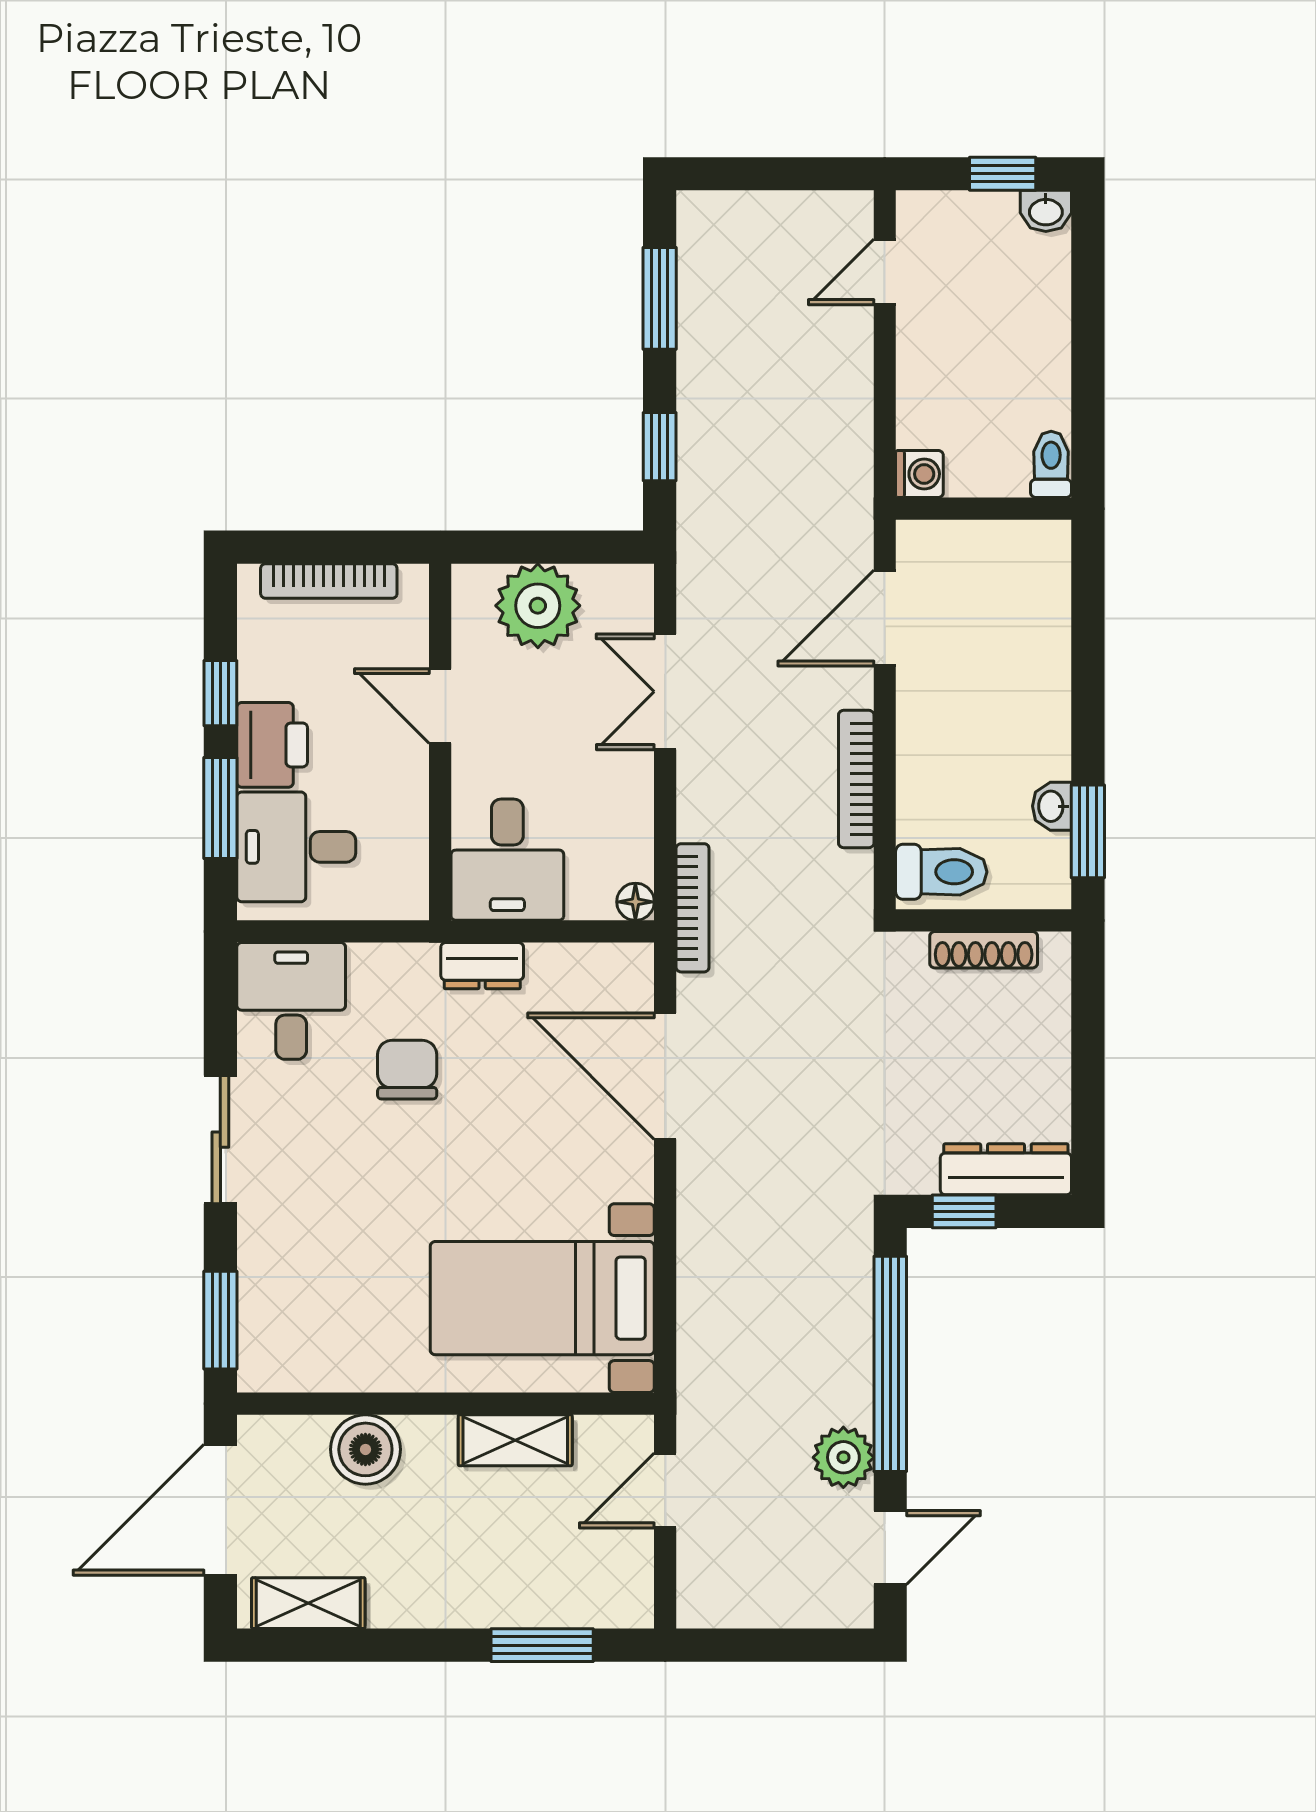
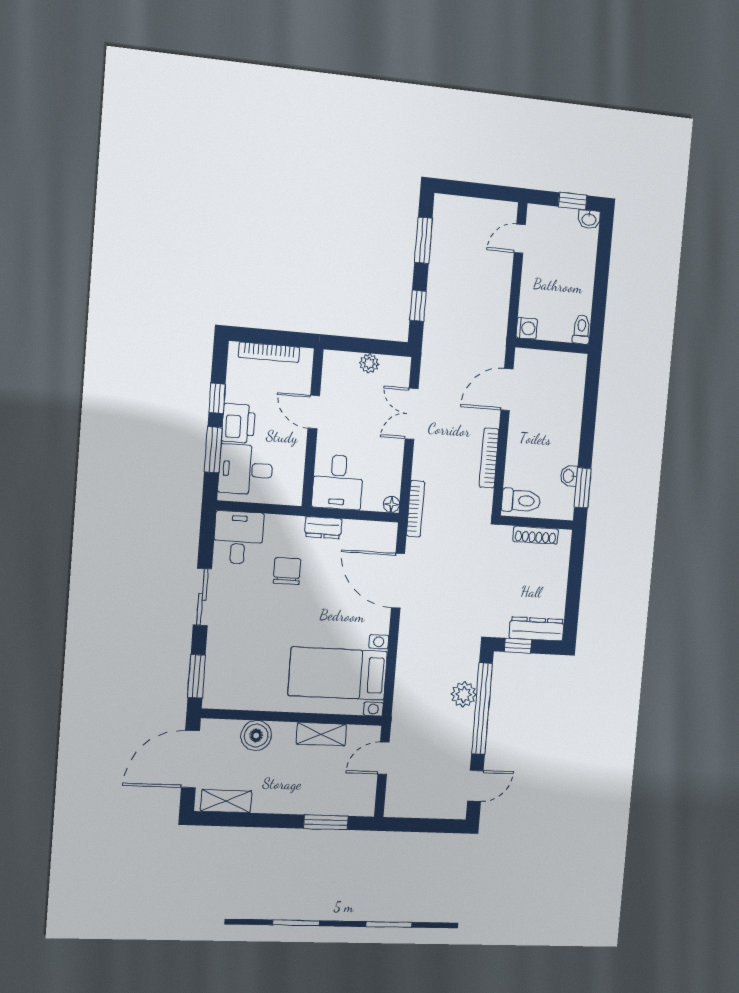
plant: (538, 606) -> (369, 363), width x0.53, depth x0.53
plant: (843, 1457) -> (464, 694), moved

